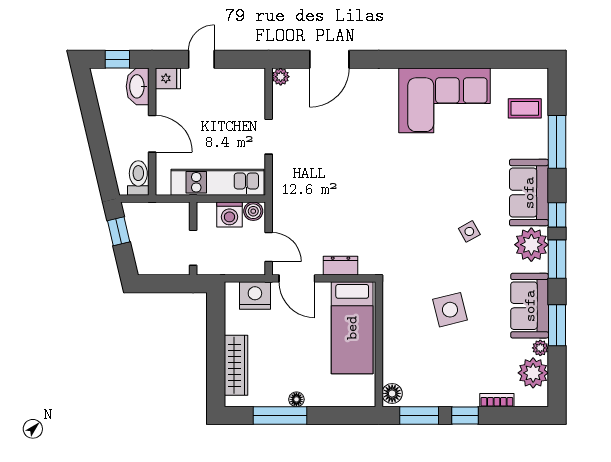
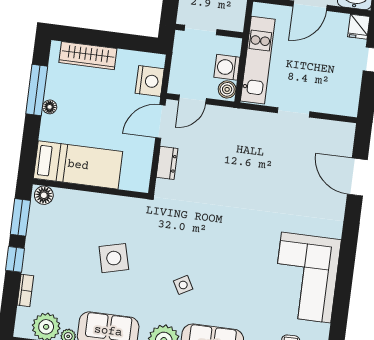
plant: (281, 77) -> (347, 130), removed
bed: (352, 328) -> (78, 165), moved, turned 180

